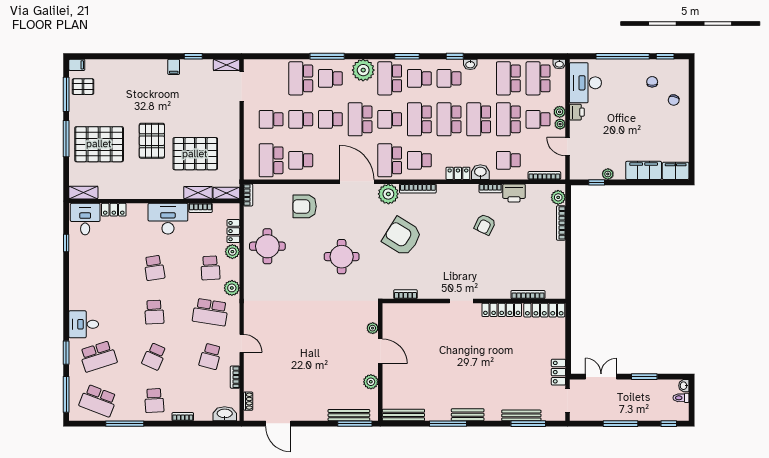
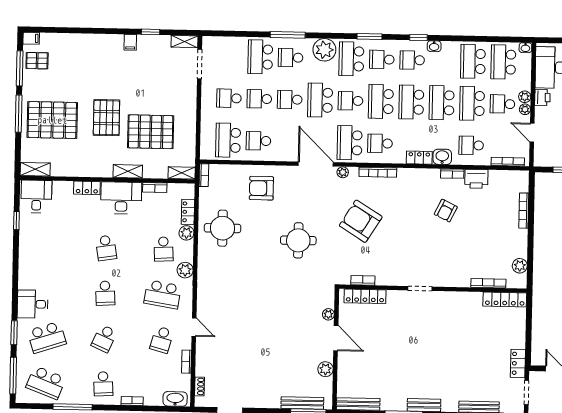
shelving: (198, 193) -> (128, 171), moved
plant: (388, 194) -> (343, 172), width x0.53, depth x0.53
plant: (558, 197) -> (520, 266), moved
locker: (114, 210) -> (87, 188), moved
locker: (502, 310) -> (365, 296), moved

